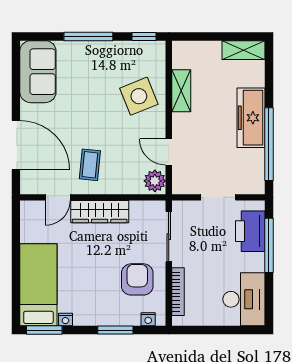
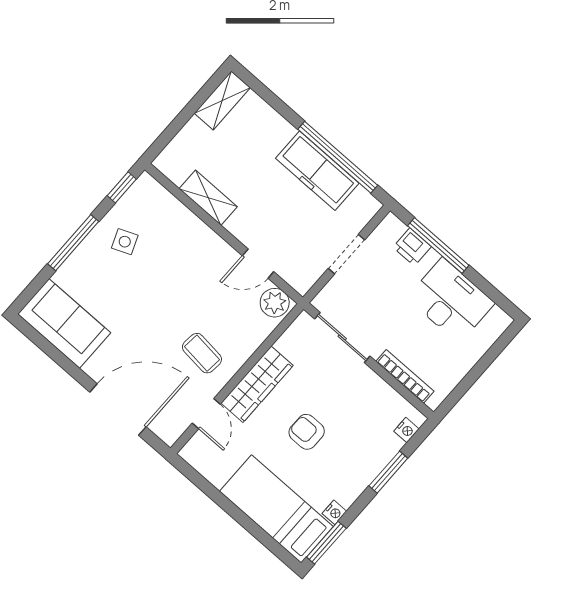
side table: (139, 96) -> (125, 242), moved, width x0.54, depth x0.54
freezer: (251, 118) -> (317, 171), moved
printer: (250, 231) -> (412, 247), width x0.53, depth x0.68
armchair: (137, 279) -> (307, 432), moved, width x0.72, depth x0.72
desk: (244, 299) -> (451, 300), moved

